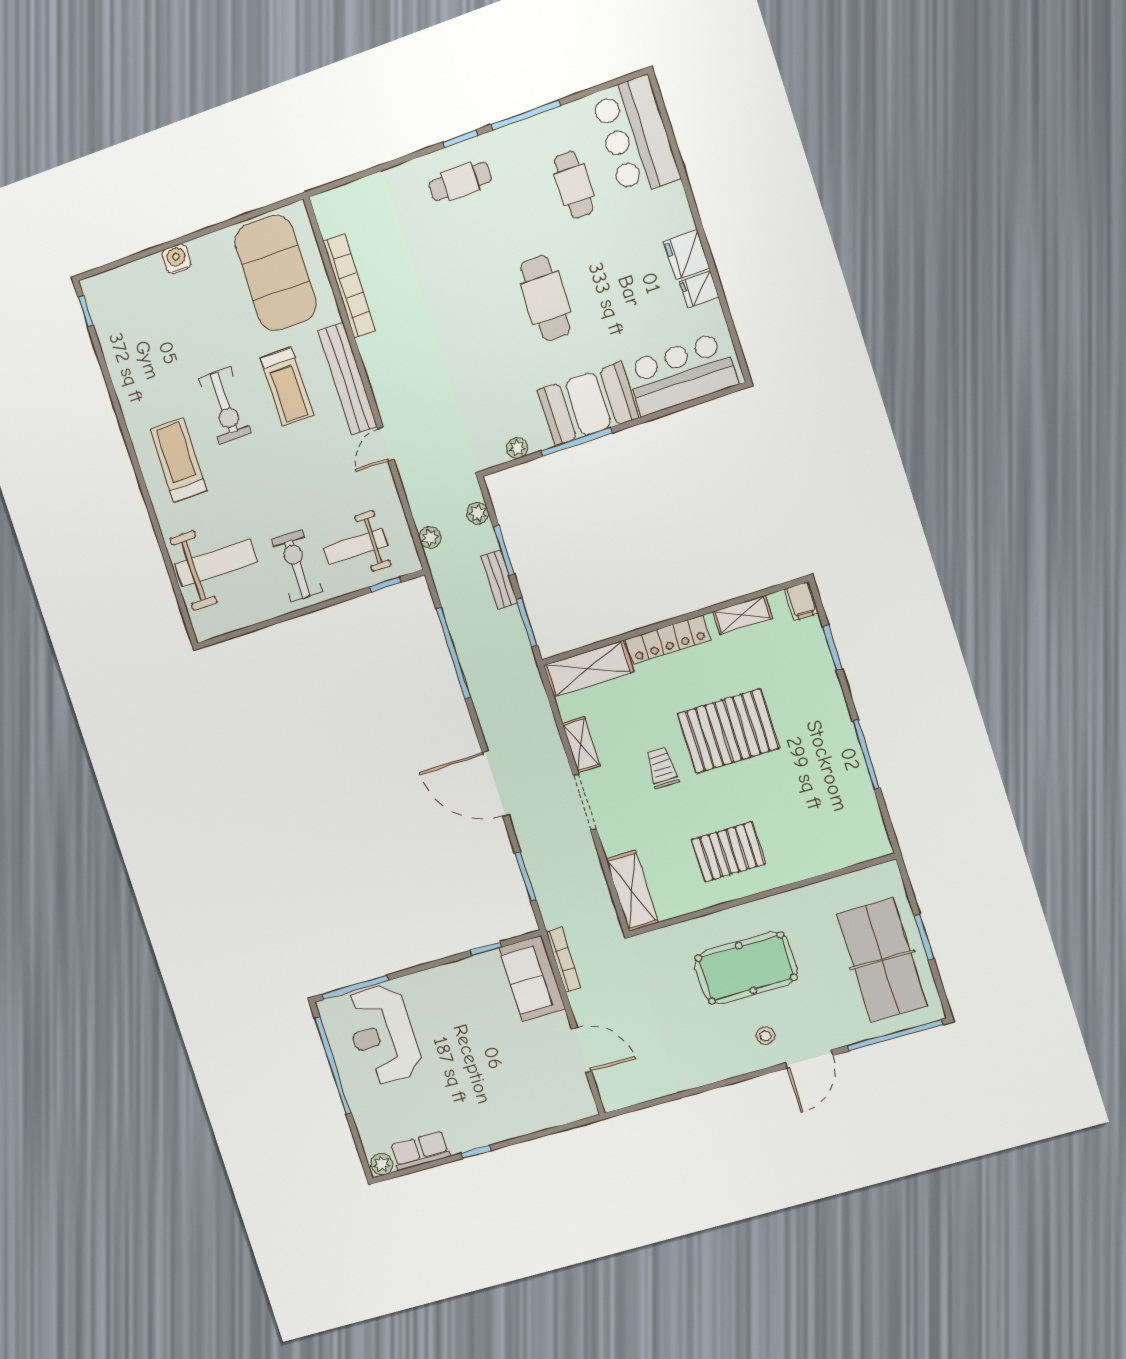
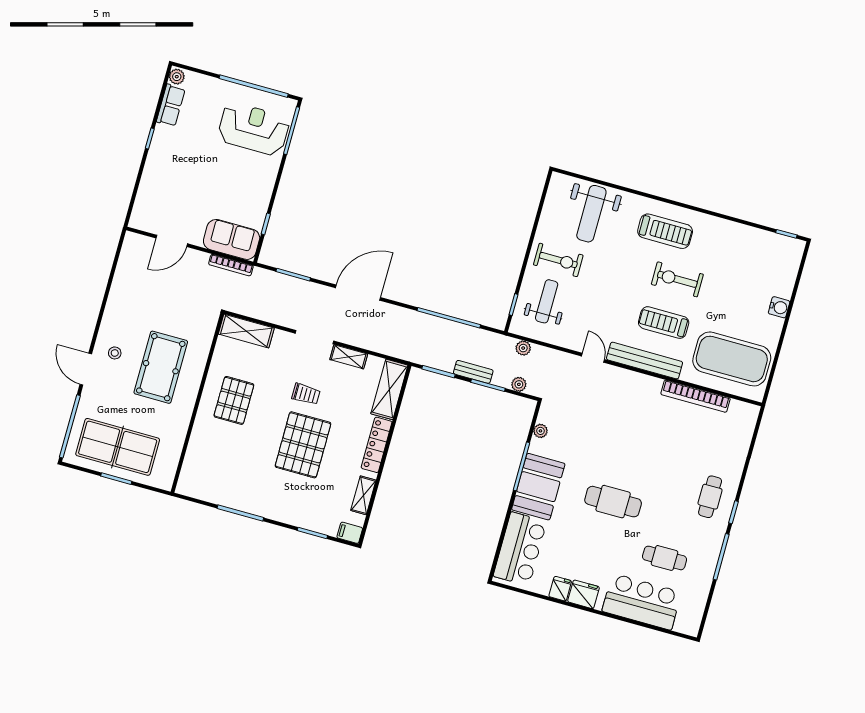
bar counter: (636, 136) -> (642, 602), moved

